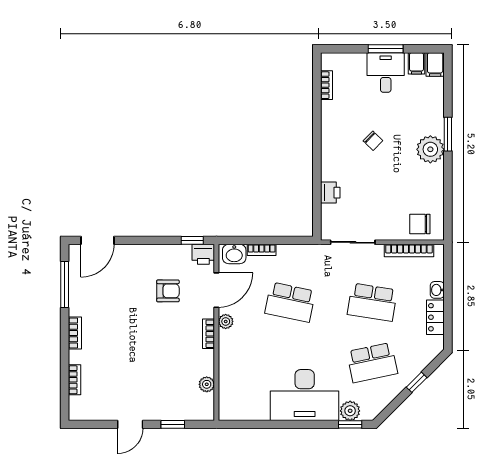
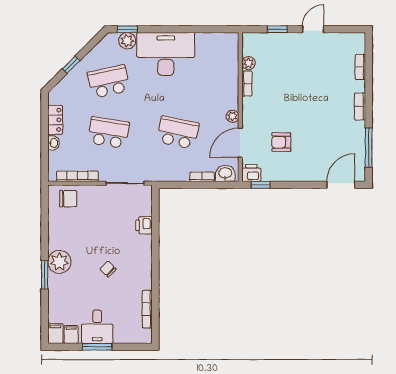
bookcase: (327, 85) -> (147, 309), width x1.56
bookcase: (209, 334) -> (247, 84), moved

